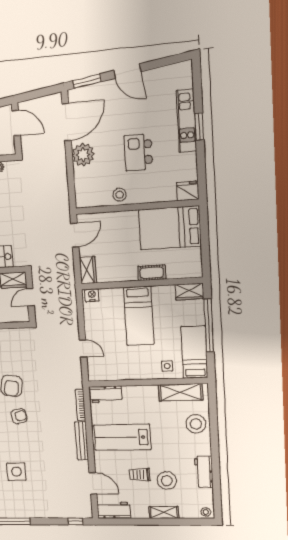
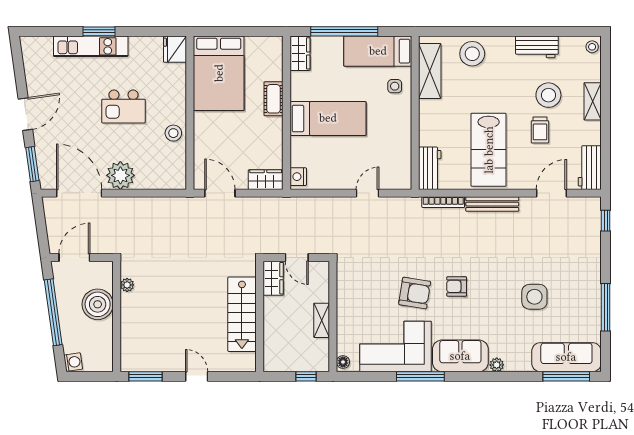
armchair: (19, 416) -> (457, 286), turned -78

